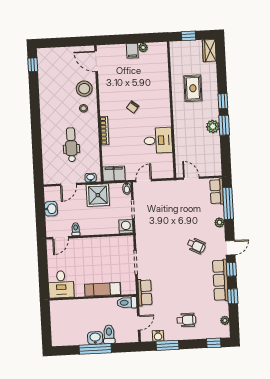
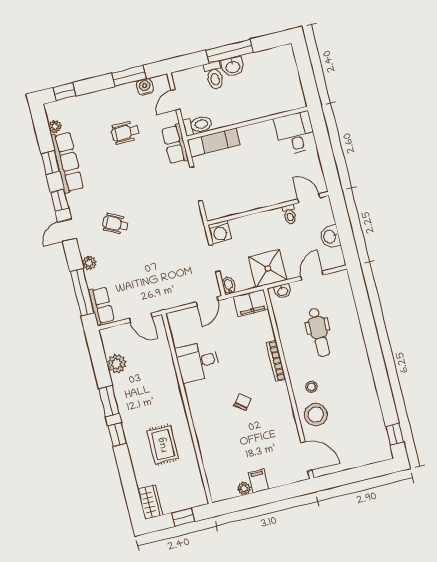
plant: (213, 127) -> (117, 364), moved
door: (60, 238) -> (309, 198), hinge flipped
row of seats: (220, 280) -> (67, 162), moved
exam couch: (103, 289) -> (214, 142), moved
wheelchair: (186, 320) -> (125, 132), moved

